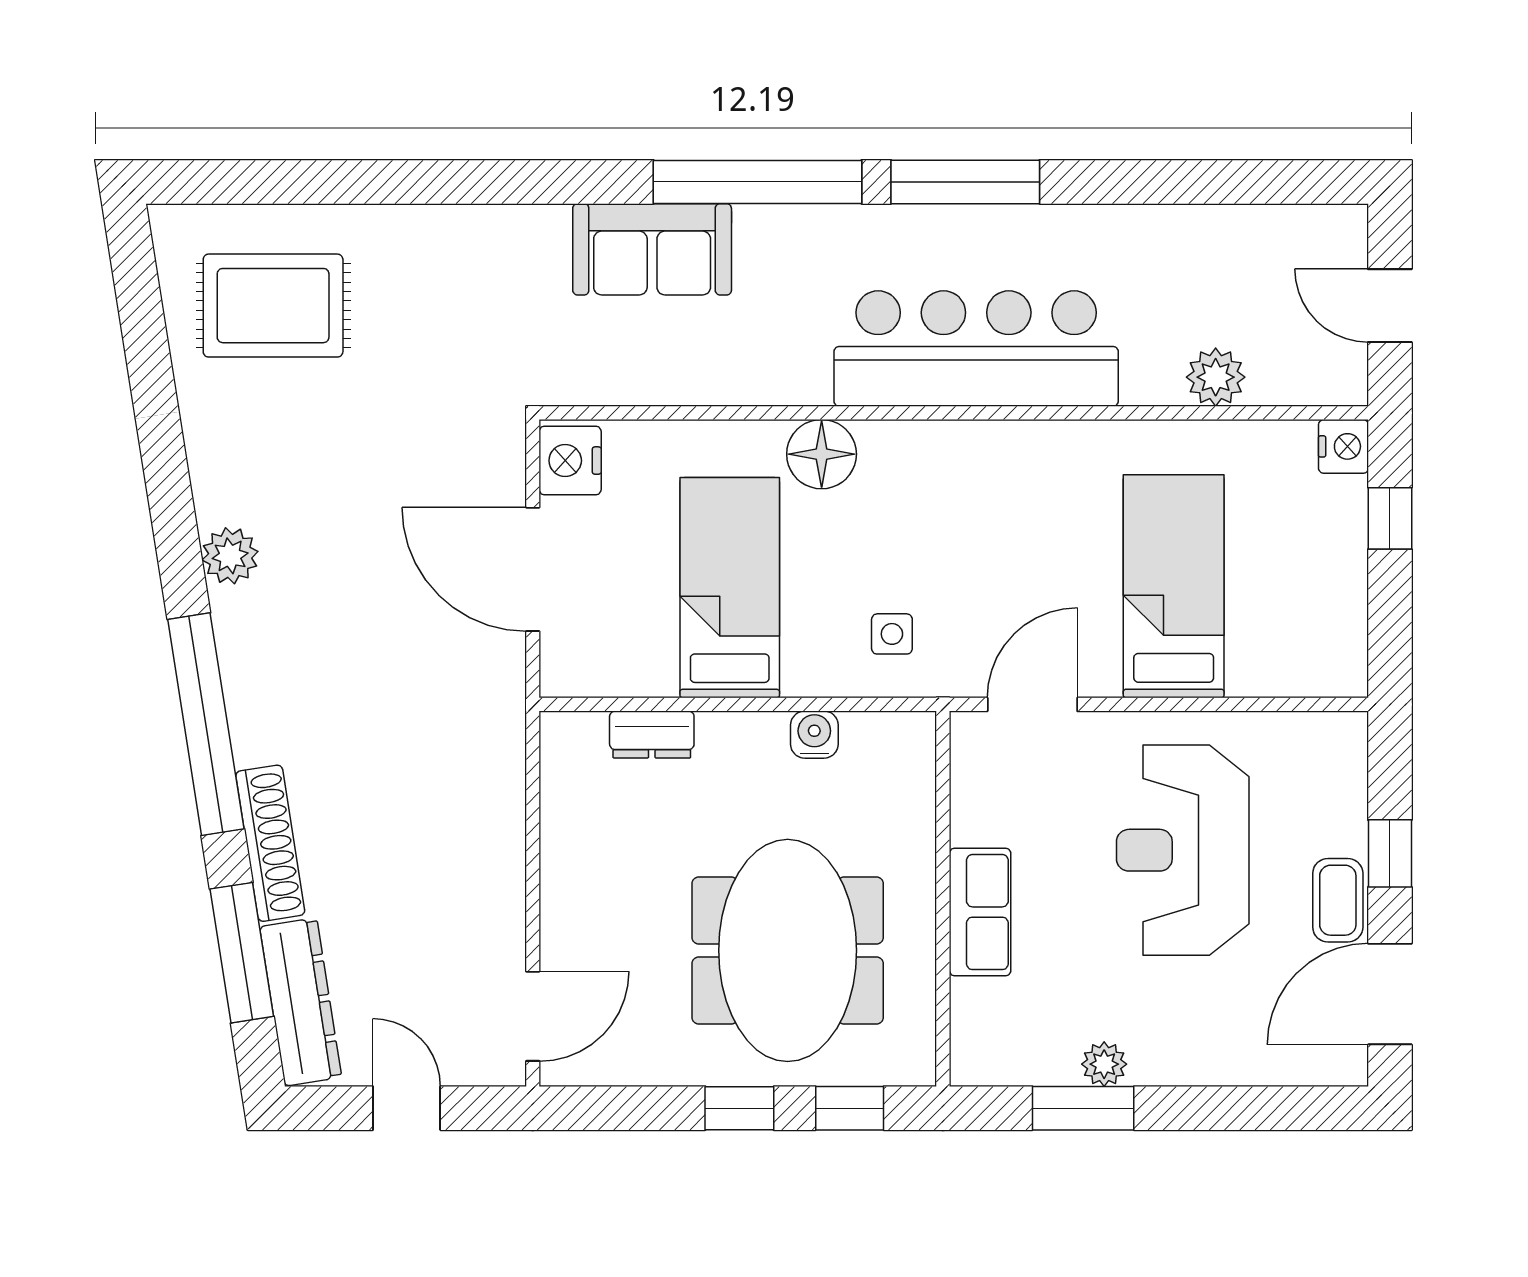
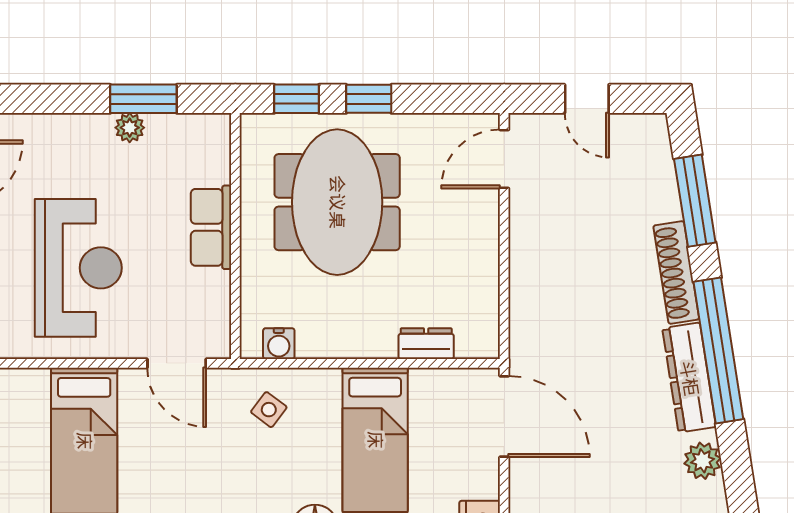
door: (533, 569) -> (504, 417), moved
side table: (892, 634) -> (269, 410), turned 37
door: (1032, 704) -> (177, 363), hinge flipped
water cooler: (814, 735) -> (279, 344), moved
dresser: (301, 1002) -> (689, 378), moved

